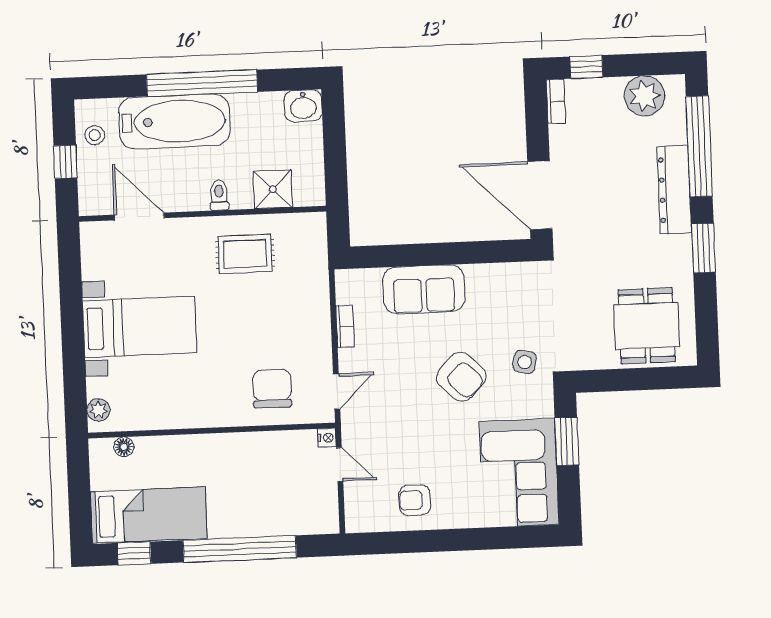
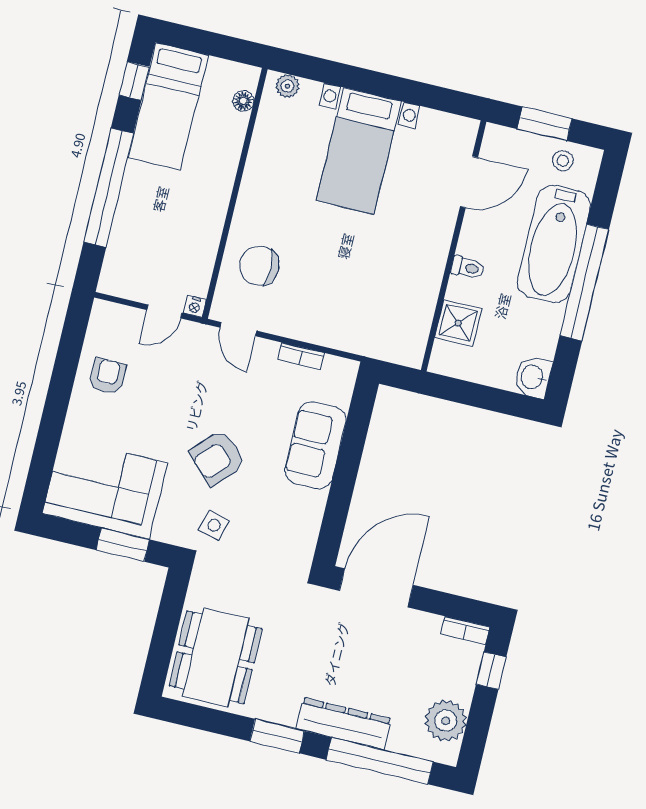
window: (65, 162) -> (545, 124), width x1.50
rug: (245, 254) -> (402, 277), removed
dining table: (647, 326) -> (216, 657), width x1.38
chair: (272, 389) -> (259, 266), turned 180

